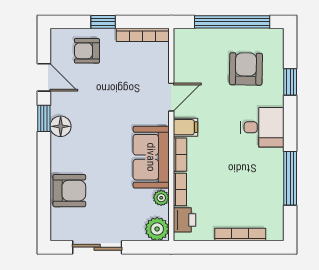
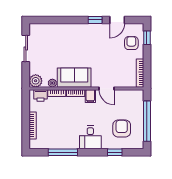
window: (103, 22) -> (147, 38), moved
armchair: (246, 69) -> (122, 129), turned -91
floor lamp: (61, 126) -> (91, 29), removed
armchair: (69, 191) -> (56, 34), removed

